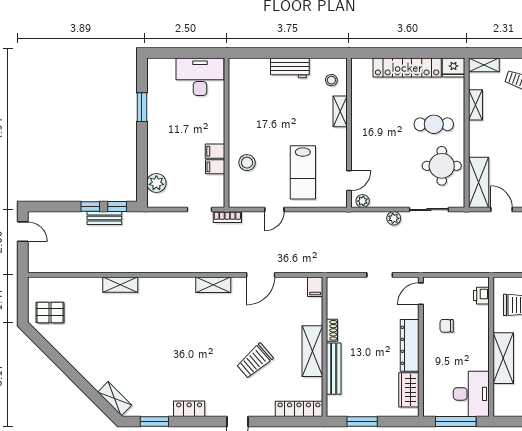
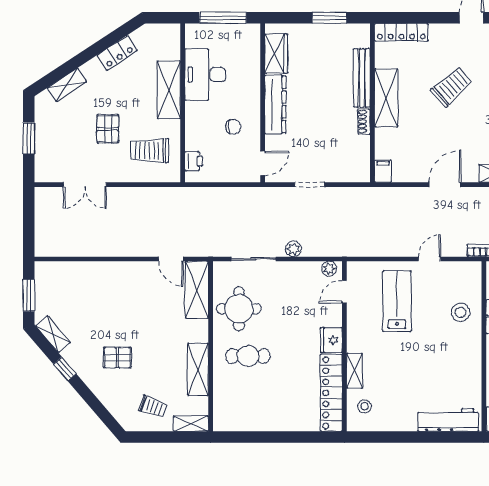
workbench: (290, 68) -> (448, 420), moved, width x1.37
locker: (407, 68) -> (331, 393), moved, turned -90
fridge: (454, 68) -> (331, 340), moved, turned -90
shelving: (475, 105) -> (198, 369), width x1.50, depth x1.33
desk: (471, 394) -> (205, 75), moved

